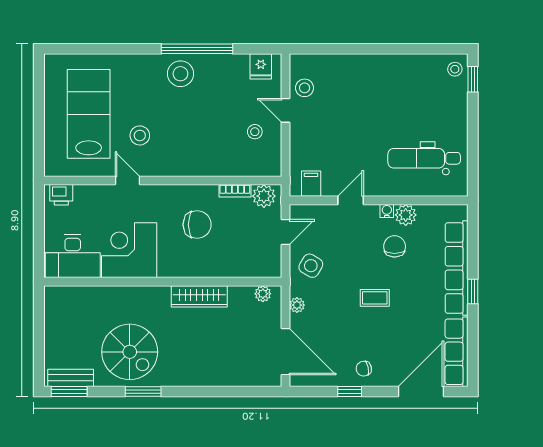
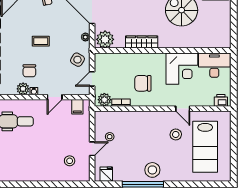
stool: (305, 88) -> (70, 161), moved
door: (285, 110) -> (92, 149), hinge flipped
plant: (263, 294) -> (105, 39), width x1.88, depth x1.88

